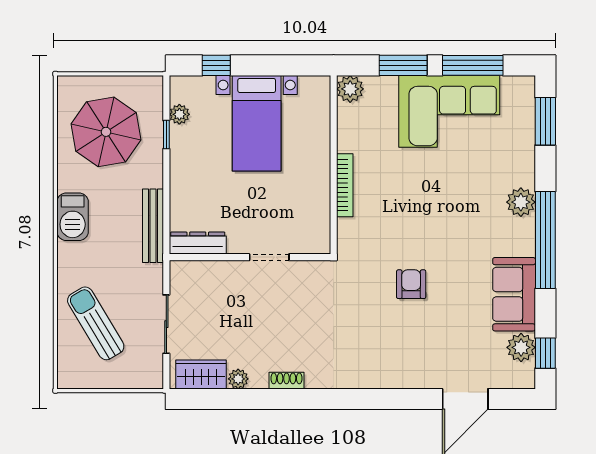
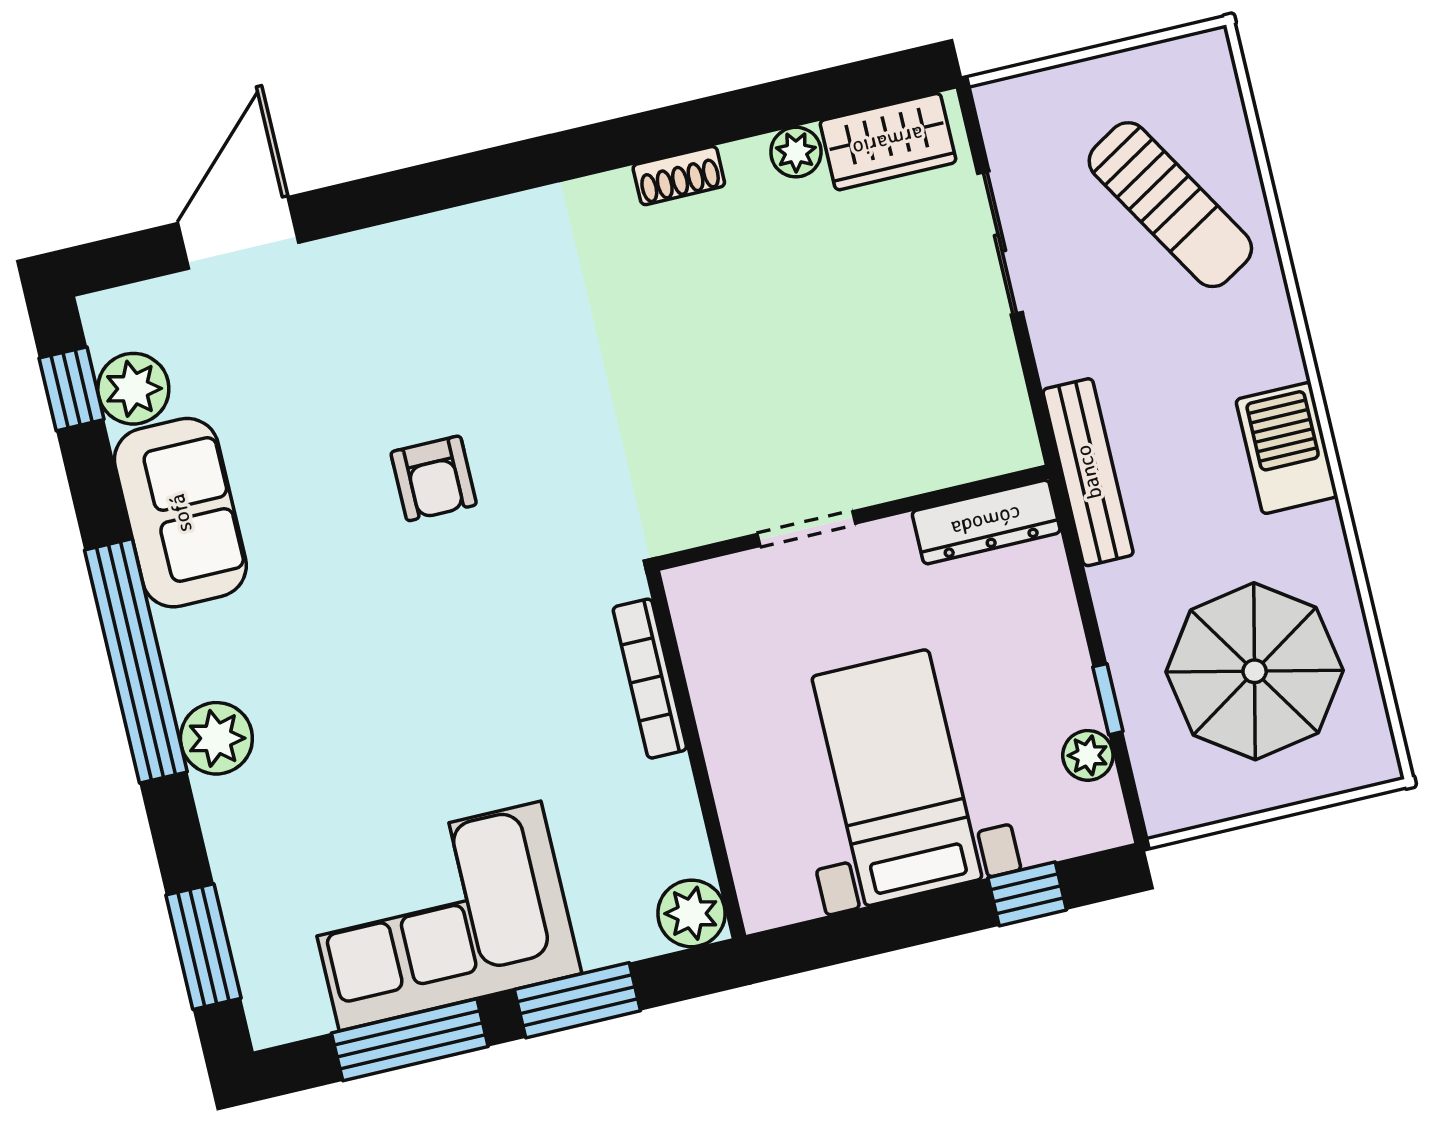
dresser: (198, 243) -> (986, 522), moved
wall: (250, 257) -> (852, 518), moved
doorway: (269, 257) -> (806, 529), moved

